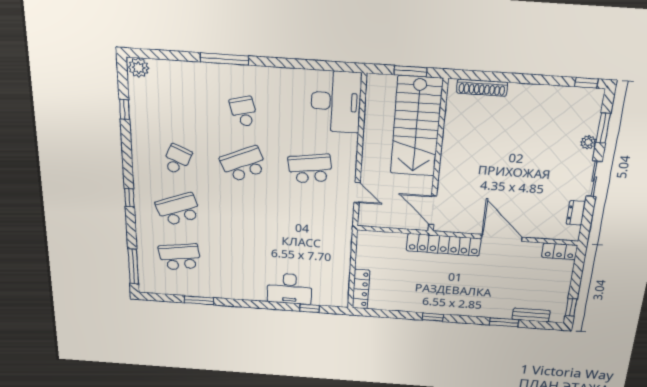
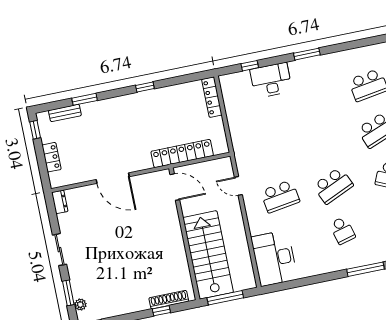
window: (410, 71) -> (225, 298), width x1.44
window: (496, 77) -> (161, 311), added
plant: (588, 142) -> (80, 305), moved
dresser: (576, 213) -> (60, 202), moved
locker: (444, 245) -> (182, 153), moved
locker: (560, 251) -> (51, 157), moved, turned 90
window: (199, 300) -> (307, 54), moved

